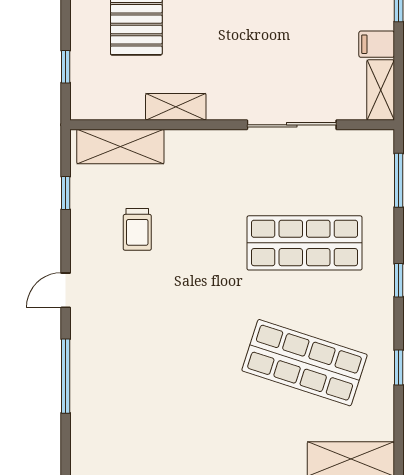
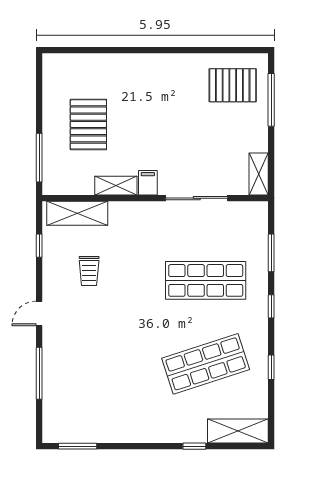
filing cabinet: (377, 44) -> (148, 183), moved, turned 90
window: (66, 67) -> (39, 158), width x2.17
window: (399, 180) -> (271, 253), moved
shop shelf: (305, 363) -> (206, 364), turned -36

